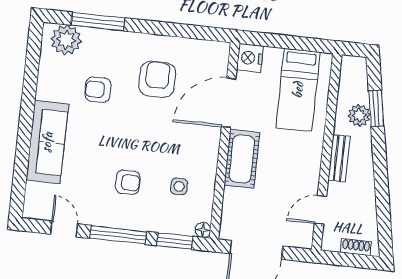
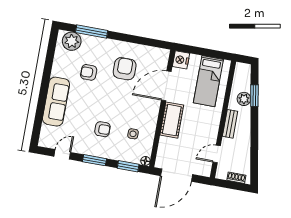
door: (64, 229) -> (62, 154), hinge flipped
window: (118, 235) -> (94, 160), width x0.69

